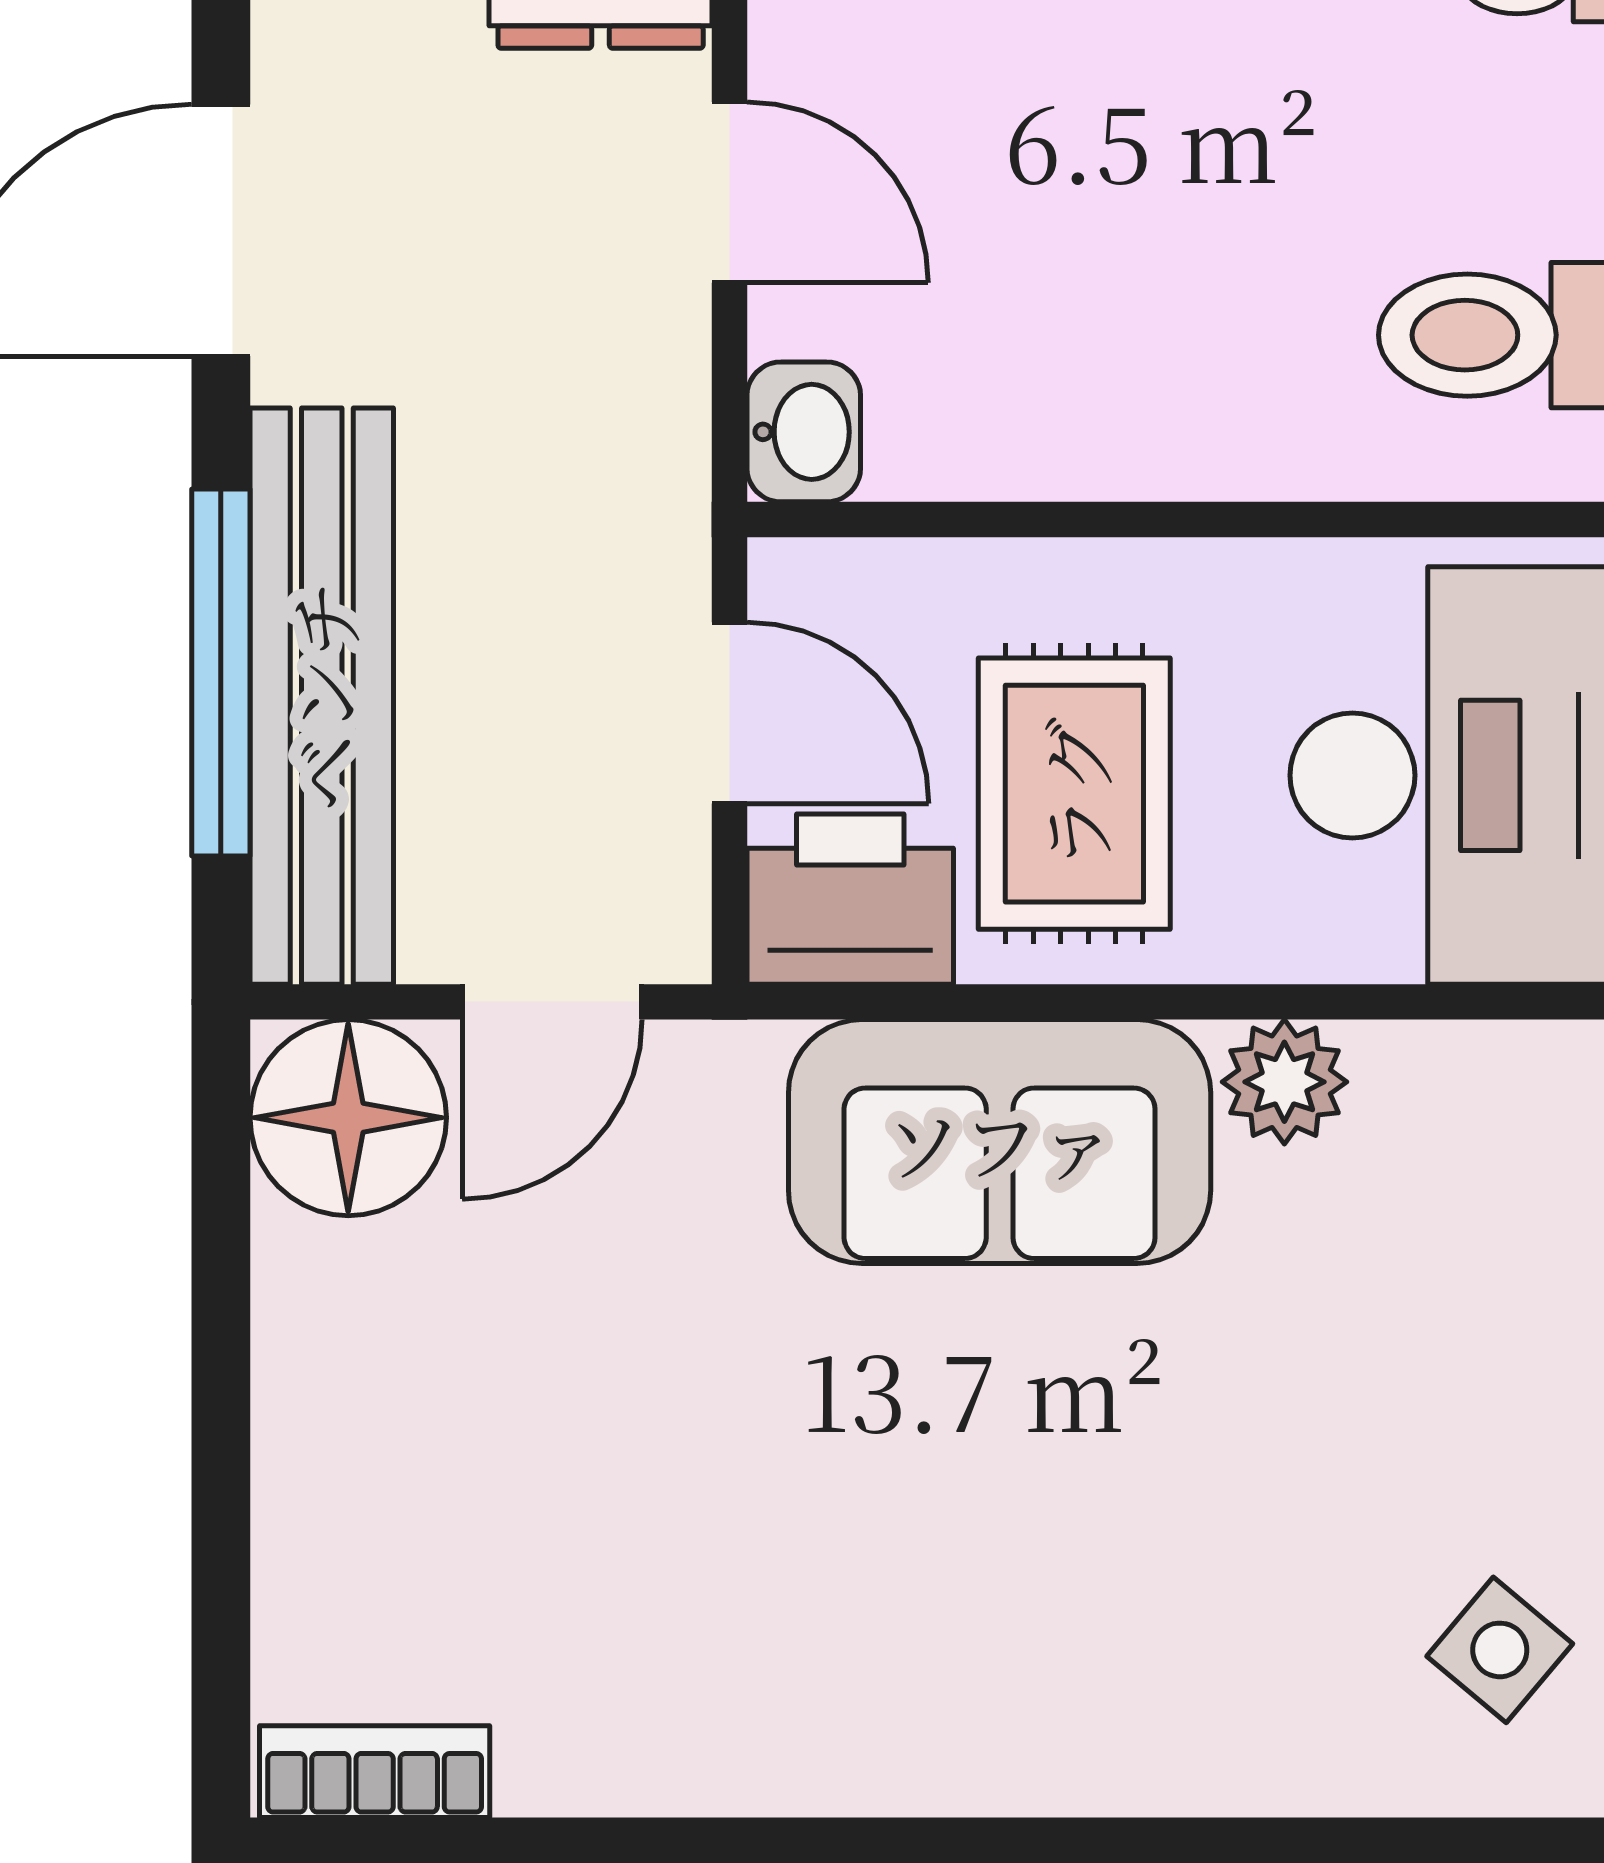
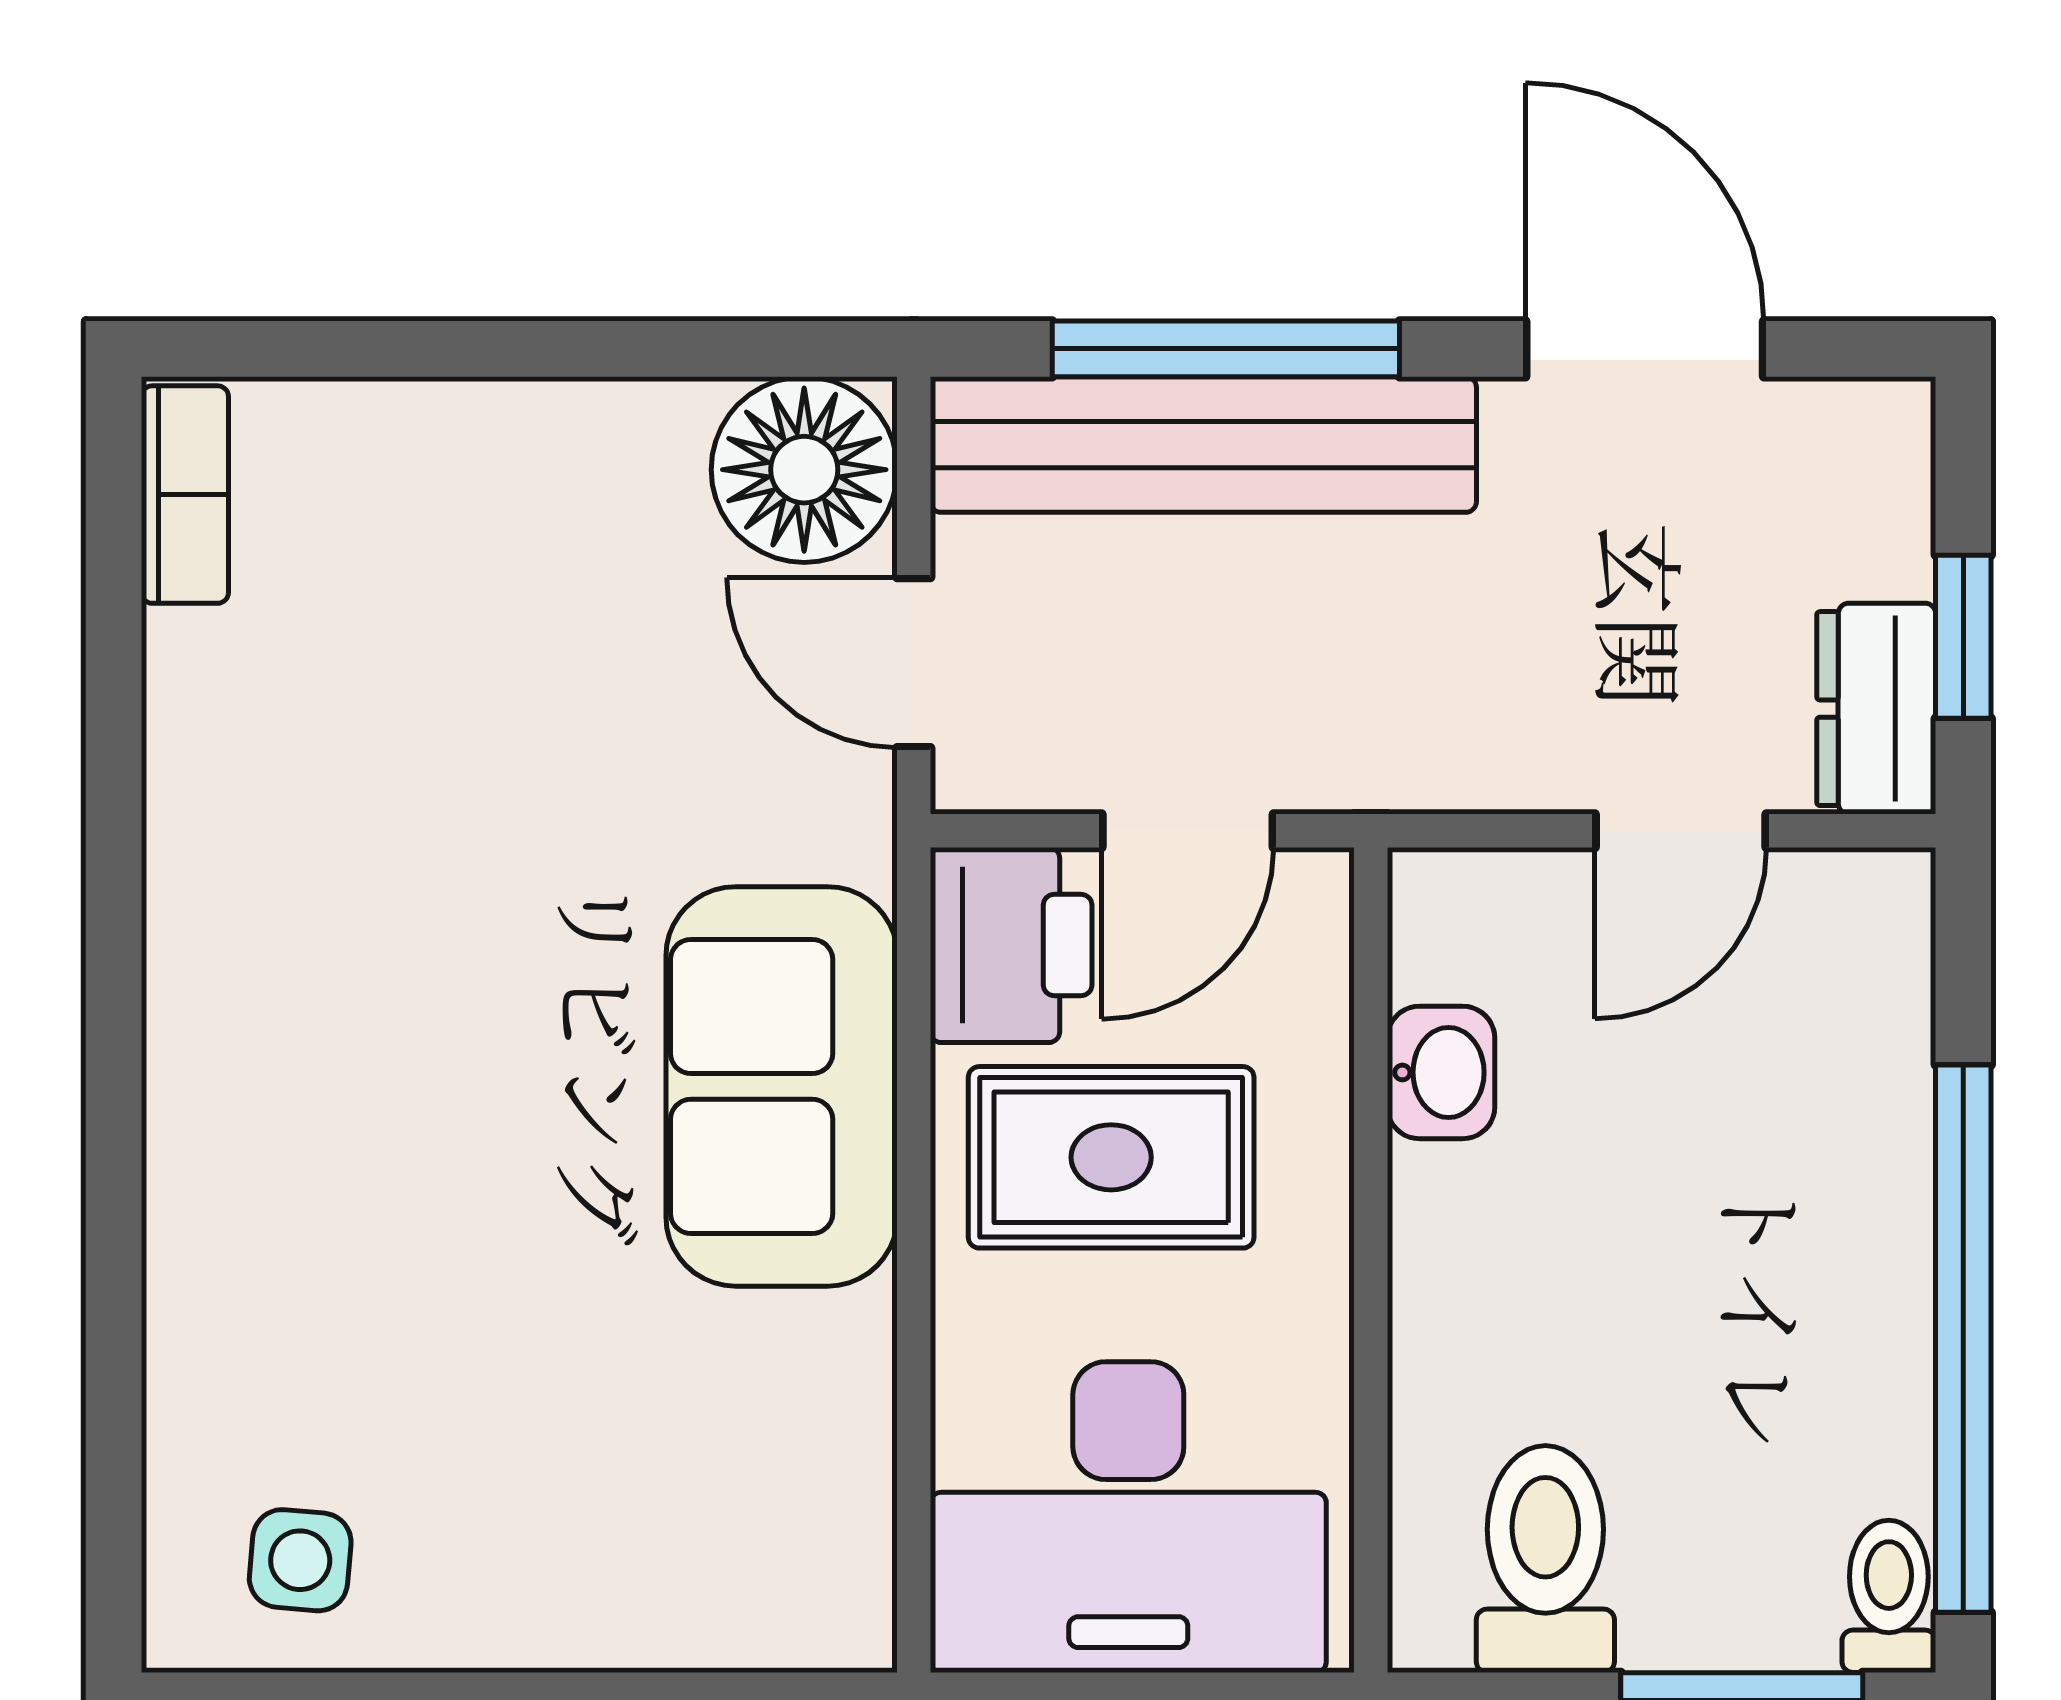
washbasin: (804, 432) -> (1441, 1072), moved, turned -90
plant: (1284, 1082) -> (838, 1356), removed
side table: (1500, 1650) -> (300, 1560), turned -35

